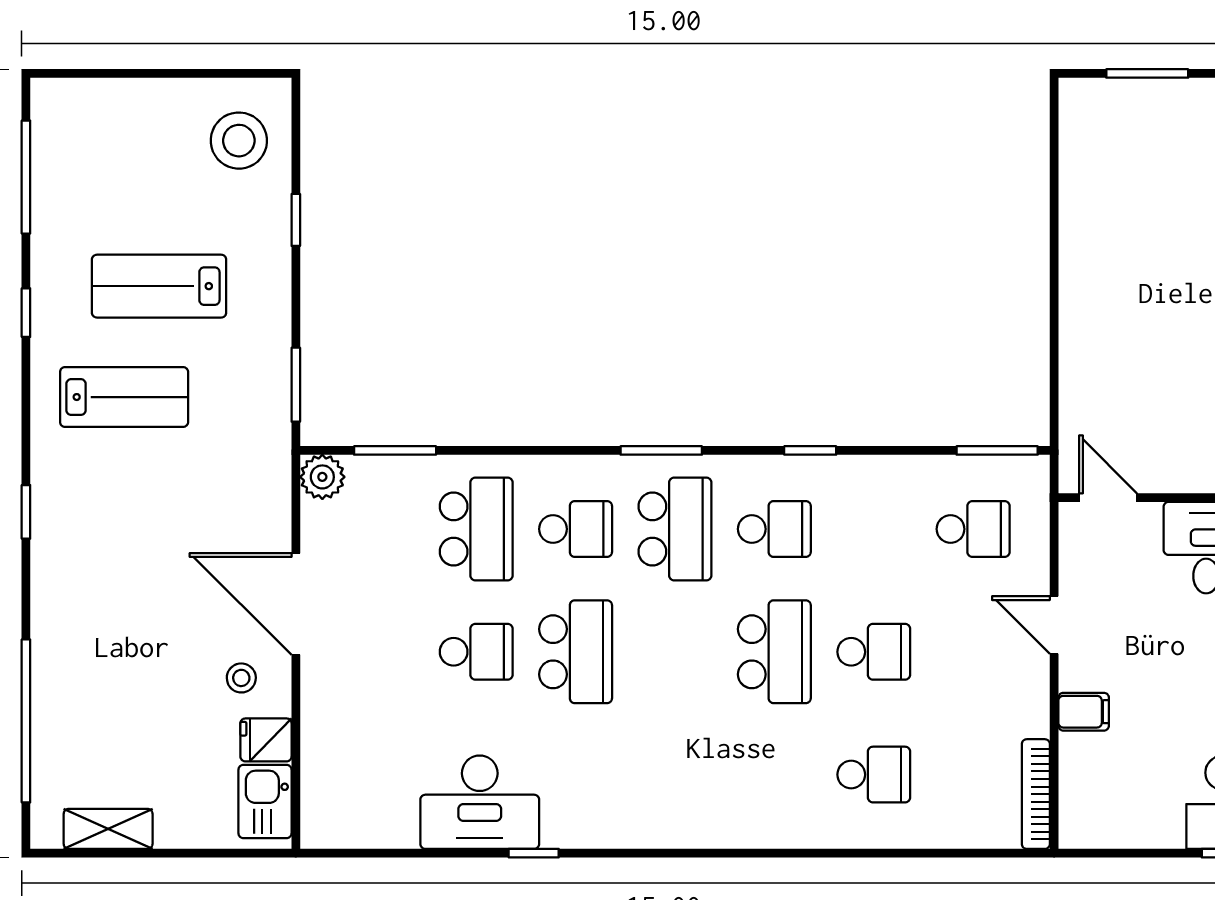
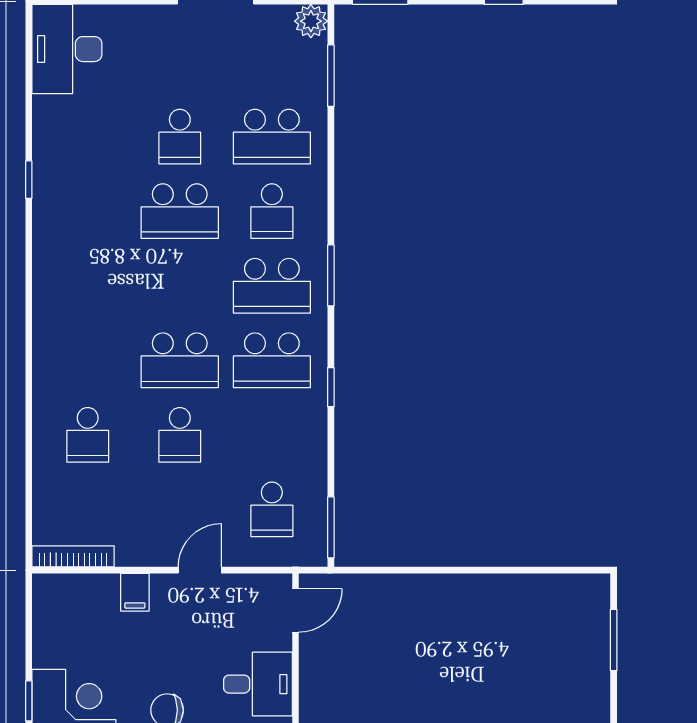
school desk: (774, 529) -> (272, 360), width x1.85
desk: (480, 802) -> (67, 49), moved

